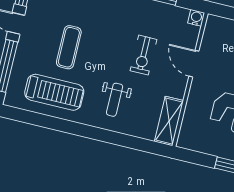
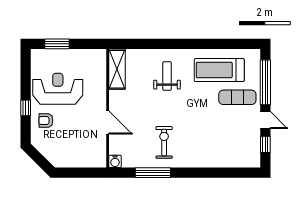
exercise mat: (69, 47) -> (237, 97), moved, turned 90
exercise bike: (143, 55) -> (164, 142), moved

